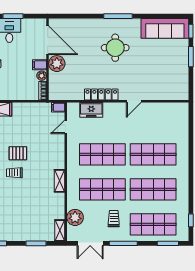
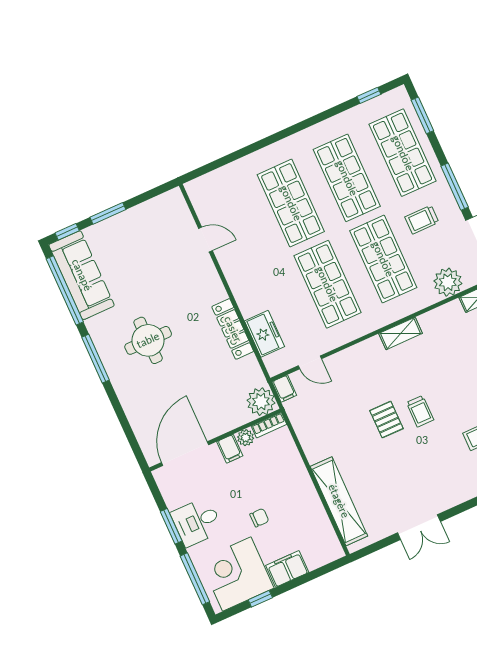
window: (161, 16) -> (65, 290), added
plant: (57, 64) -> (261, 402), moved
door: (134, 101) -> (205, 240), moved

